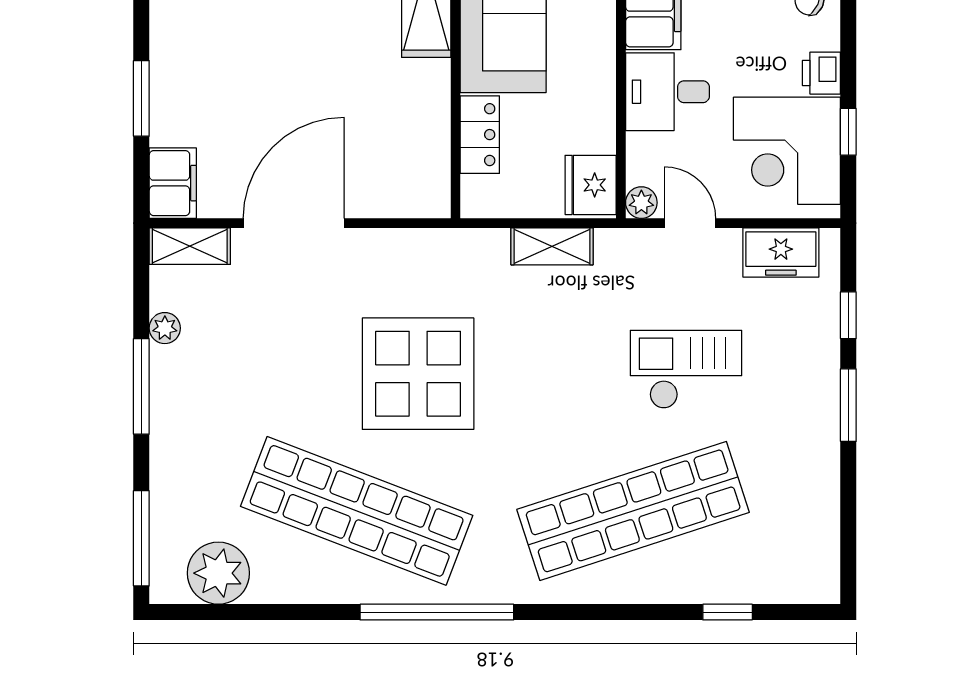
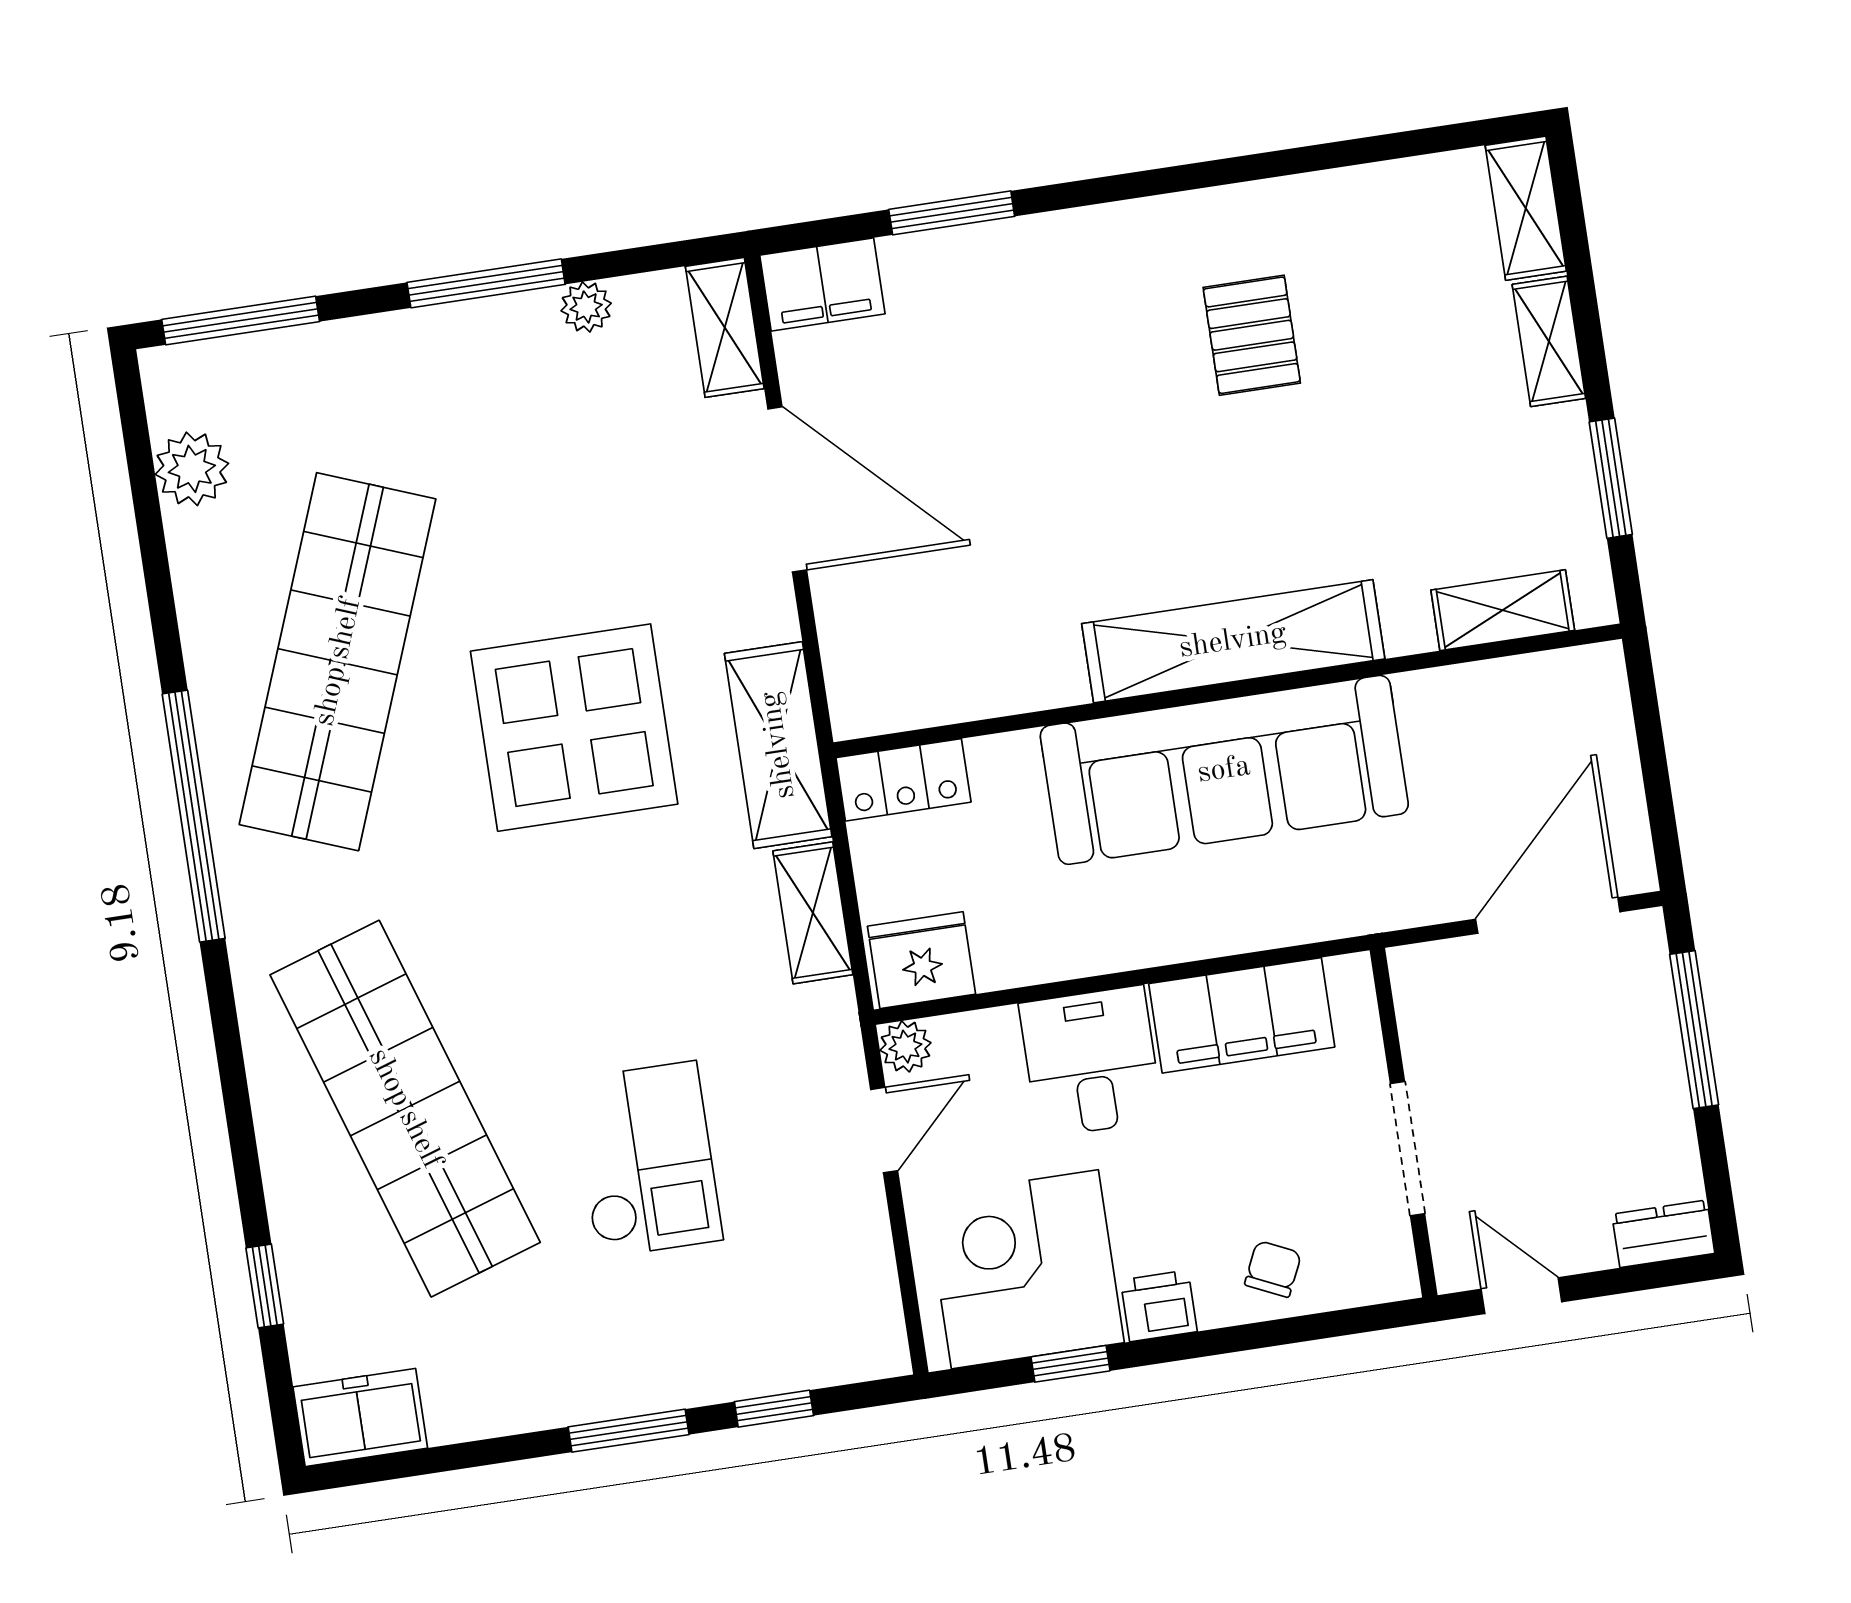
locker: (480, 135) -> (903, 780), moved
shelving: (447, 252) -> (778, 745), added
freezer: (781, 252) -> (360, 1417), moved, turned 90
plant: (218, 573) -> (192, 469), width x0.73, depth x0.73

